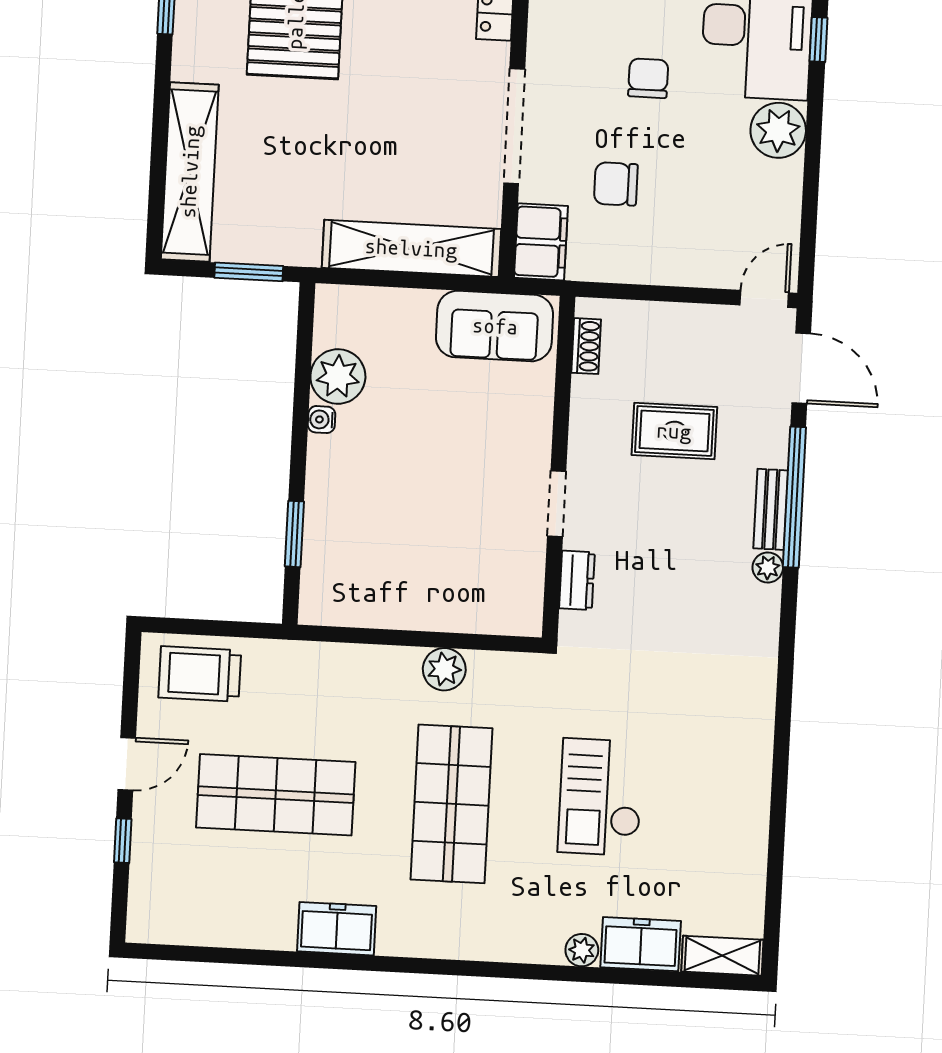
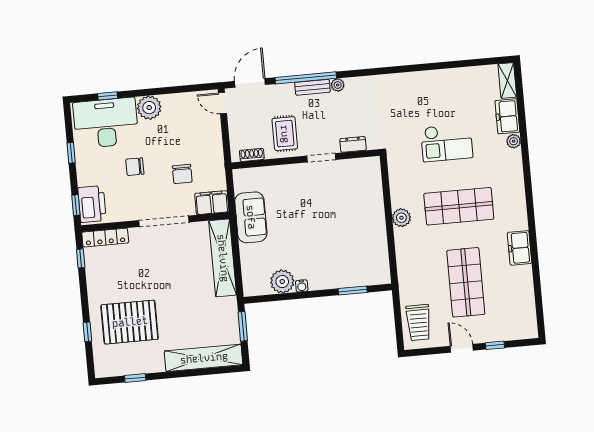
shoe rack: (586, 346) -> (252, 155), moved
wall: (559, 467) -> (305, 159), moved
doorway: (557, 504) -> (321, 158), moved
dresser: (577, 580) -> (353, 144), moved

